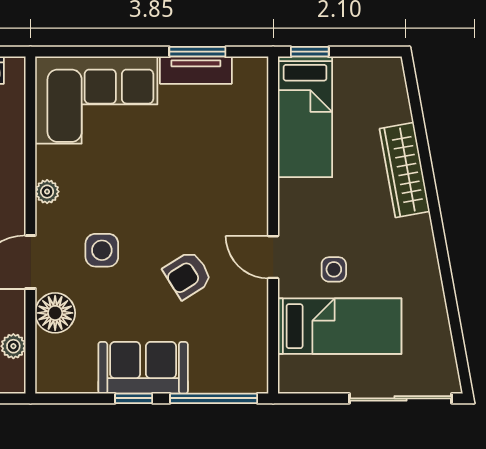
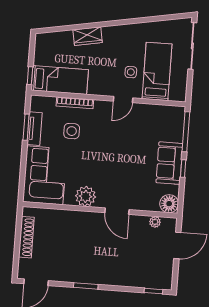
bookcase: (258, 153) -> (75, 103), added
wardrobe: (405, 170) -> (88, 36), width x0.67
plant: (47, 192) -> (86, 196), width x1.87, depth x1.87
side table: (102, 250) -> (72, 131), moved
armchair: (188, 275) -> (128, 139), removed
floor lamp: (55, 313) -> (169, 204), moved

